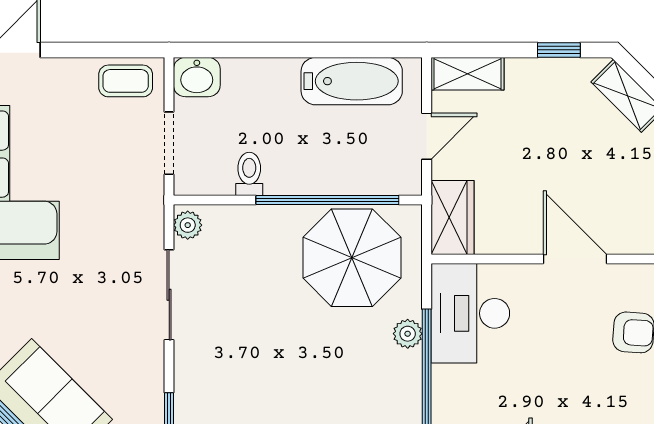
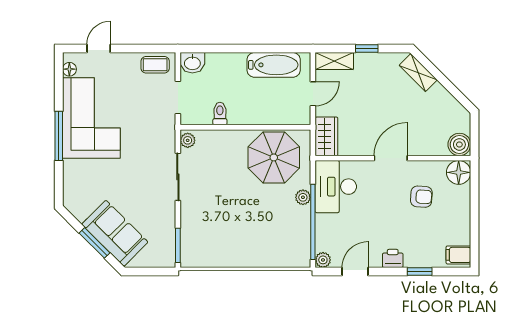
window: (559, 50) -> (367, 49), moved
window: (327, 200) -> (261, 127), removed
door: (575, 259) -> (391, 158), hinge flipped

